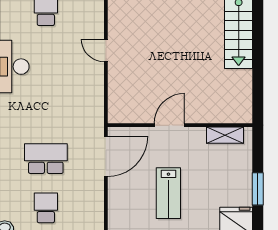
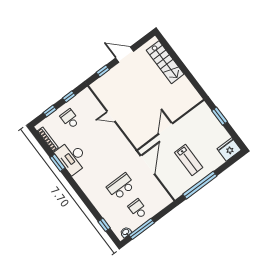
shelving: (225, 135) -> (195, 114), removed
window: (258, 189) -> (220, 116), moved

